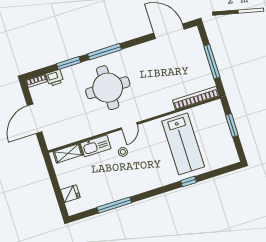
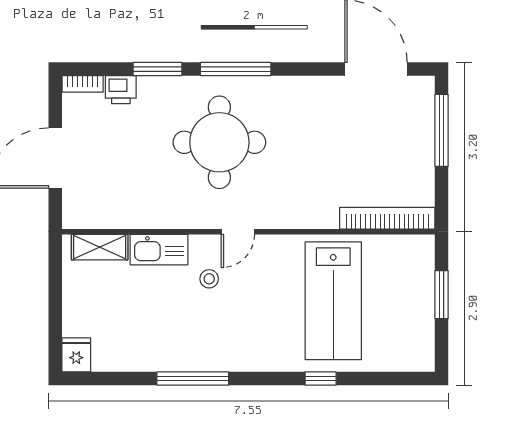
window: (212, 62) -> (442, 130), moved
fridge: (70, 194) -> (76, 355), moved, turned -90
window: (114, 205) -> (193, 379), moved

